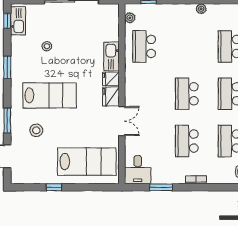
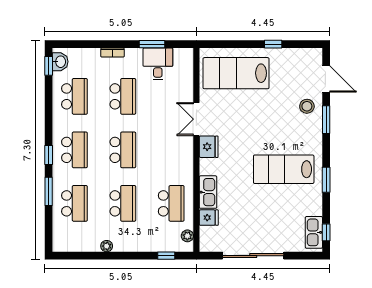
stool: (47, 46) -> (281, 204), removed
school desk: (187, 46) -> (123, 203), added
fridge: (111, 79) -> (209, 218), moved
lab bench: (50, 95) -> (284, 169), moved
stool: (36, 130) -> (307, 106), moved
desk: (138, 170) -> (158, 64), moved

